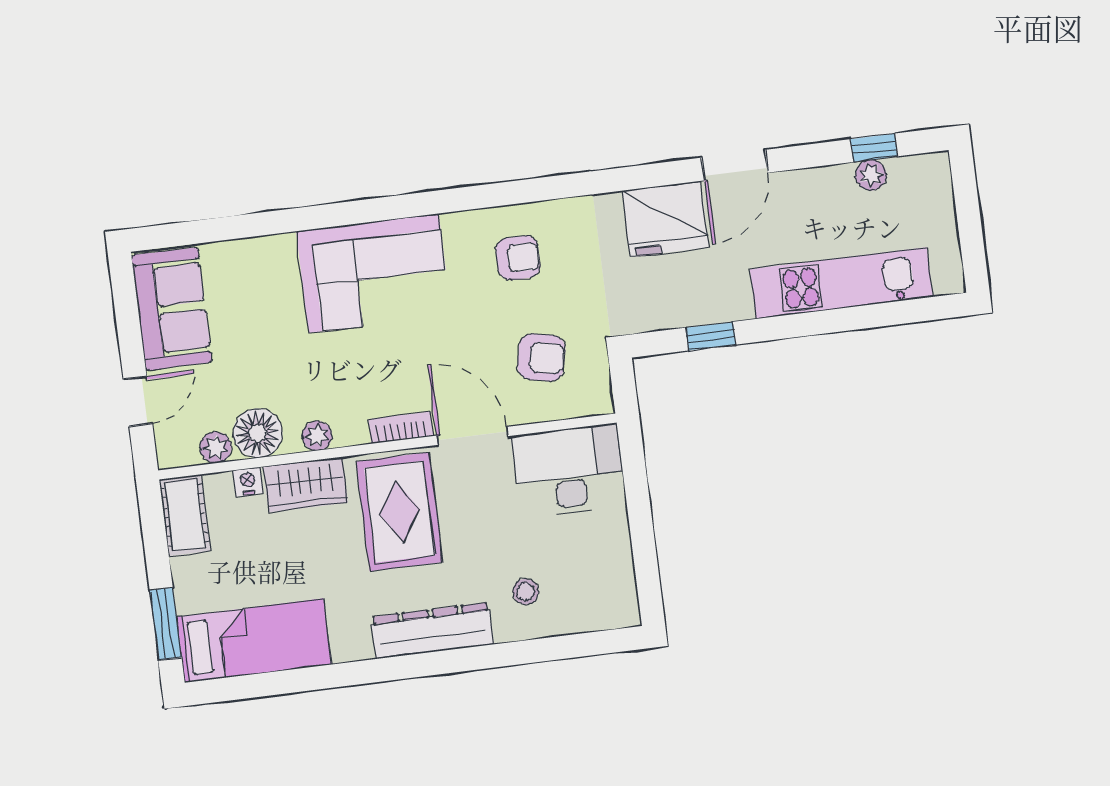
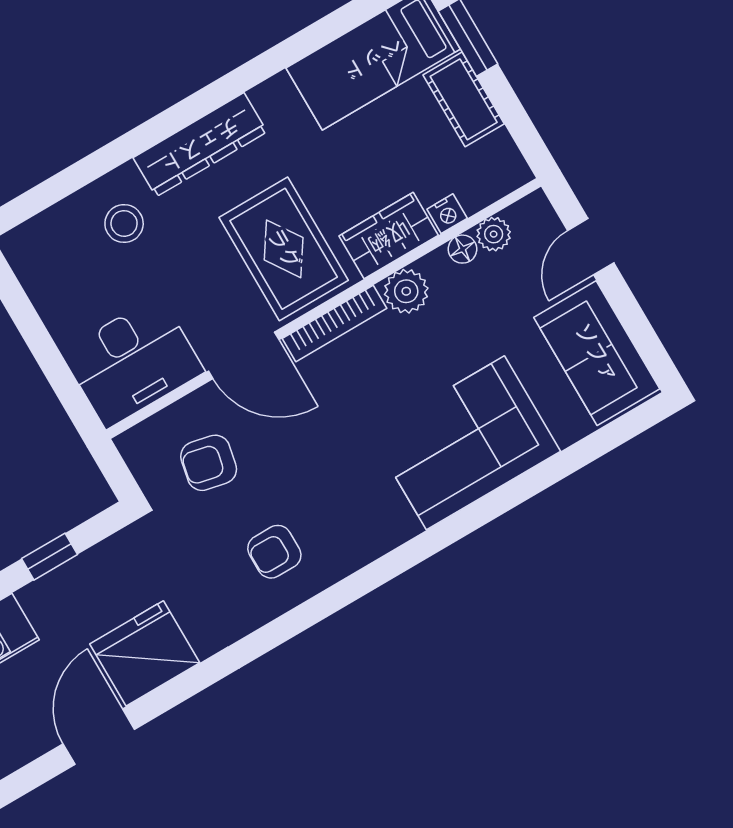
corner sofa: (374, 273) -> (465, 443), moved
bookcase: (401, 428) -> (335, 323), width x1.56
floor lamp: (258, 433) -> (463, 249), width x0.53, depth x0.53
plant: (317, 436) -> (406, 291), width x1.38, depth x1.38
cot: (185, 515) -> (464, 99), moved
stool: (526, 592) -> (124, 224), width x1.37, depth x1.37

